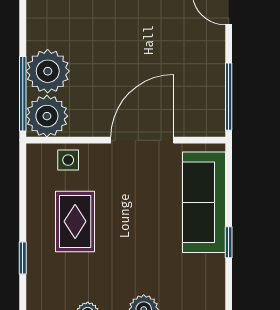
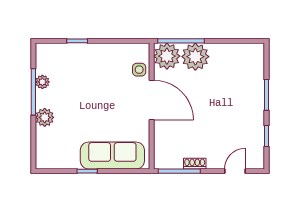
shoe rack: (217, 72) -> (195, 164), added
door: (142, 140) -> (152, 100), moved
rug: (75, 221) -> (100, 74), removed

